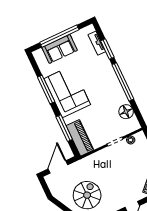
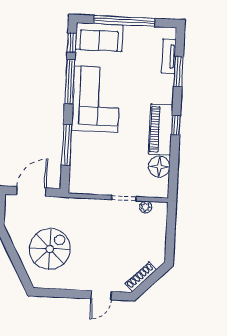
sofa: (60, 49) -> (99, 37), moved
window: (35, 66) -> (72, 42), added
window: (123, 82) -> (176, 125), width x0.32
piano: (80, 138) -> (161, 130), moved, turned 180

